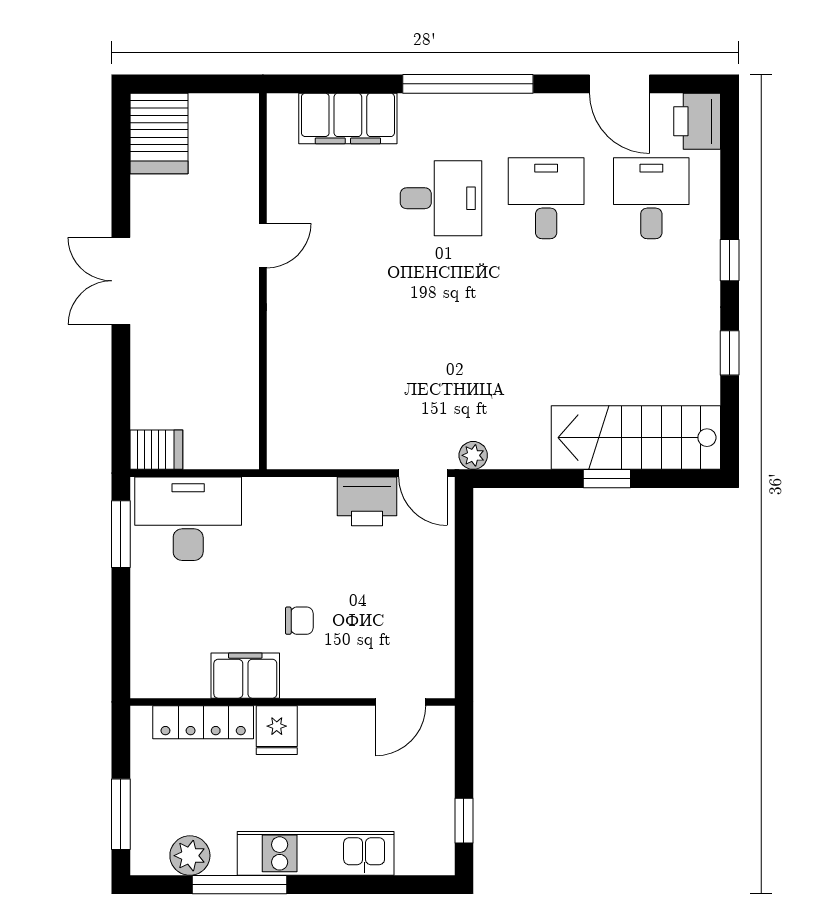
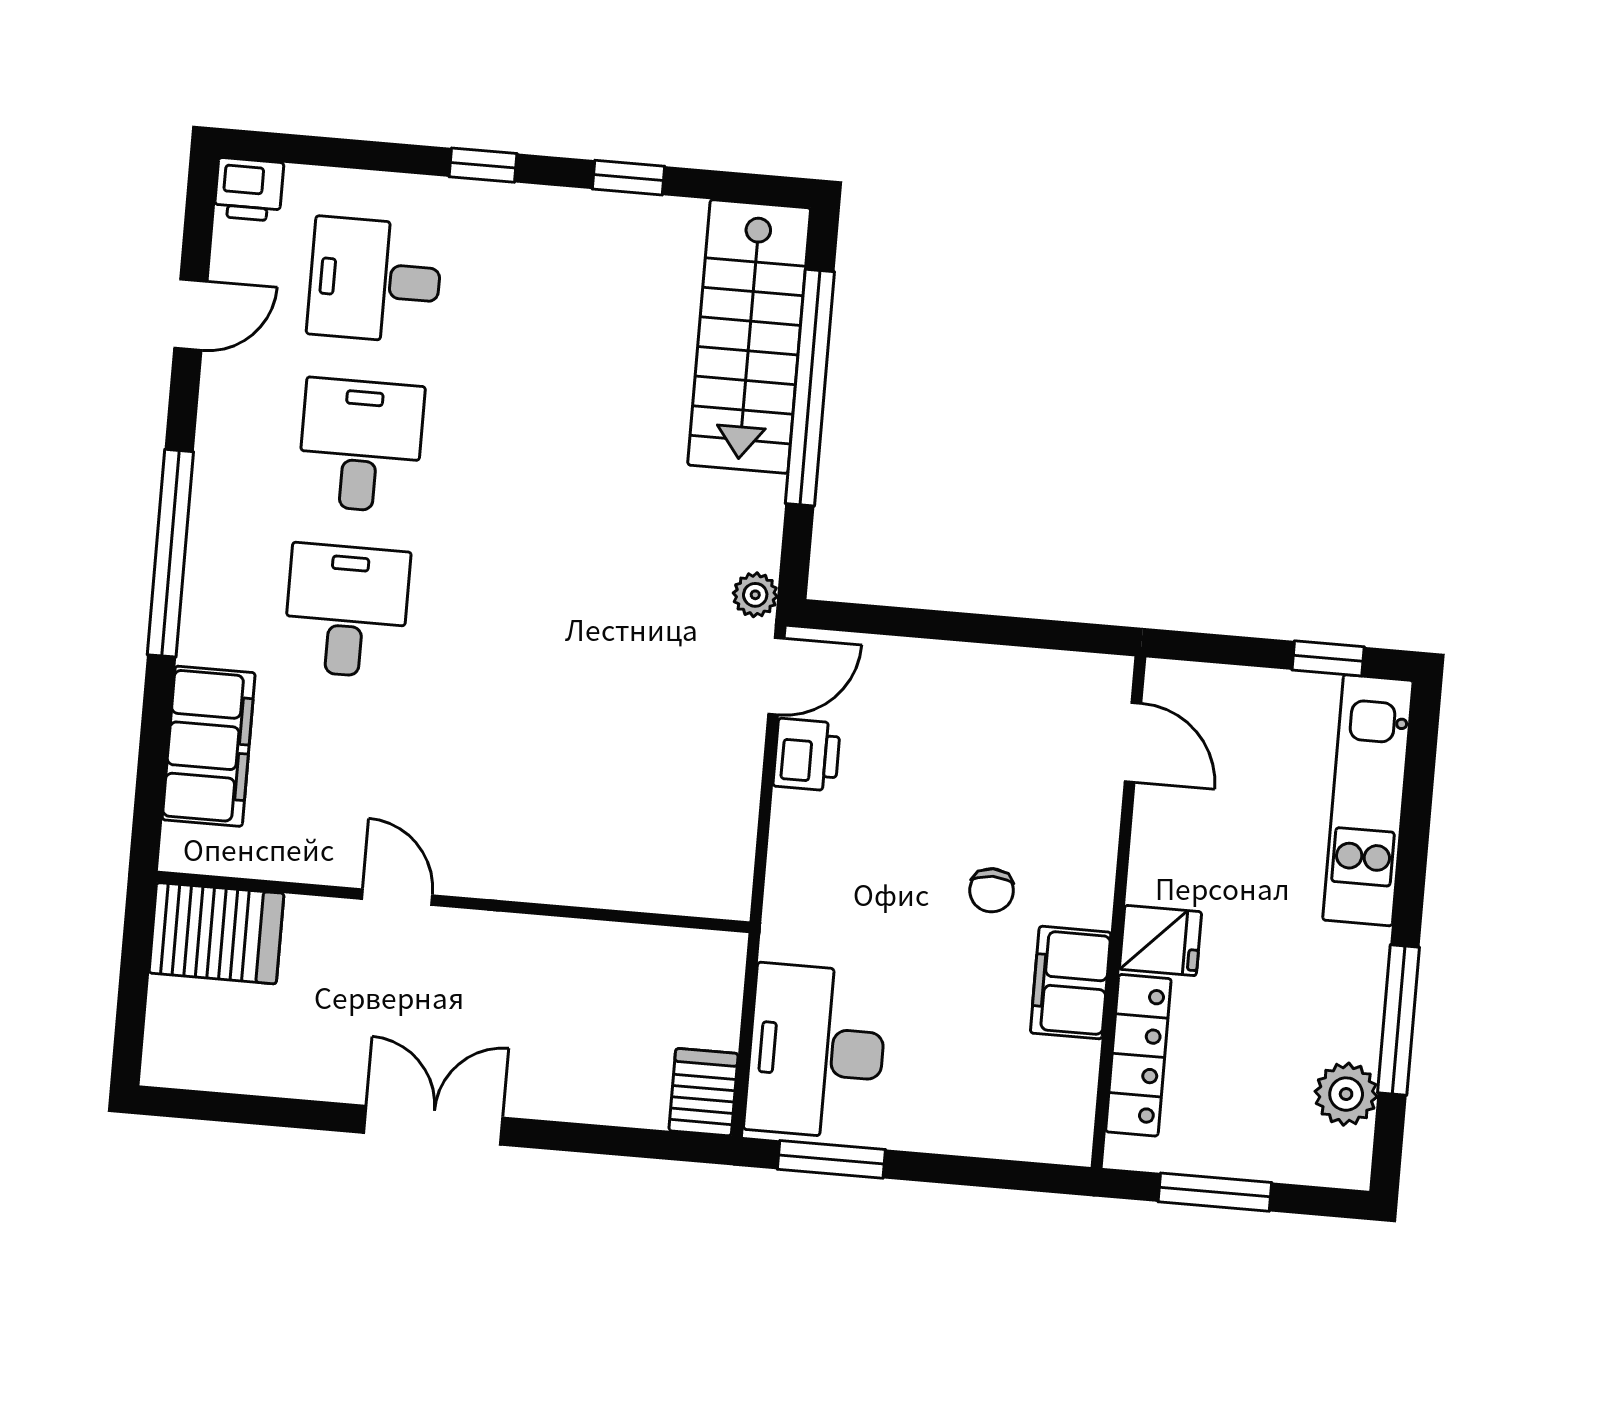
door: (620, 84) -> (191, 315), width x0.73
printer: (697, 121) -> (249, 189), width x0.73, depth x0.81
server rack: (159, 133) -> (216, 933), moved
desk: (546, 198) -> (361, 445), turned 90
double door: (121, 281) -> (433, 1125), swing flipped
window: (607, 479) -> (810, 388), width x3.17
printer: (367, 501) -> (807, 755), width x0.73, depth x0.81
chair: (299, 621) -> (992, 890), turned 180
window: (121, 814) -> (1215, 1192), moved
kitchen unit: (316, 853) -> (1368, 800), moved

